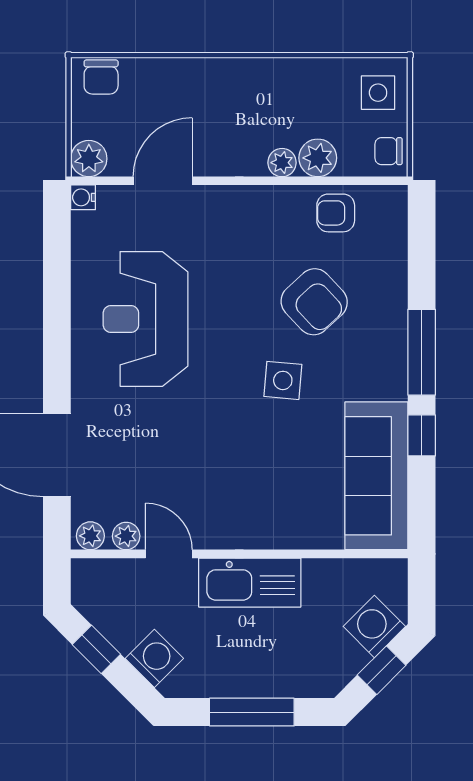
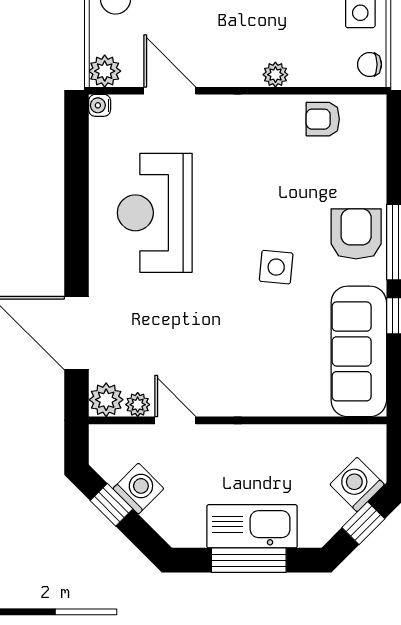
plant: (318, 158) -> (307, 70), removed
door: (163, 181) -> (170, 91), hinge flipped
armchair: (314, 302) -> (356, 234), moved, turned -137
plant: (90, 536) -> (106, 400), width x1.38, depth x1.38
kitchen sink: (250, 583) -> (252, 526), moved, turned 180
washing machine: (154, 658) -> (138, 489), moved

